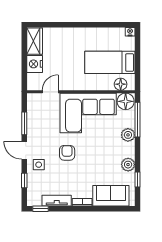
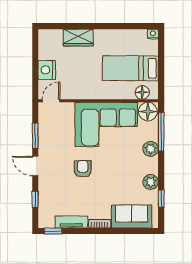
wardrobe: (35, 41) -> (78, 38), moved, turned 90
door: (50, 92) -> (51, 101), moved
side table: (39, 165) -> (51, 182), removed

